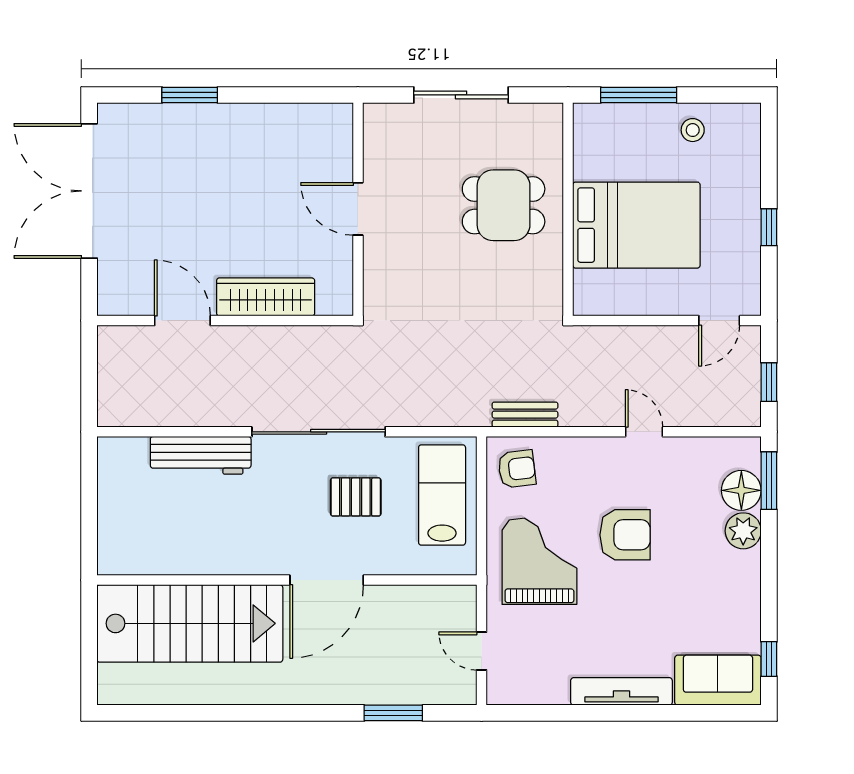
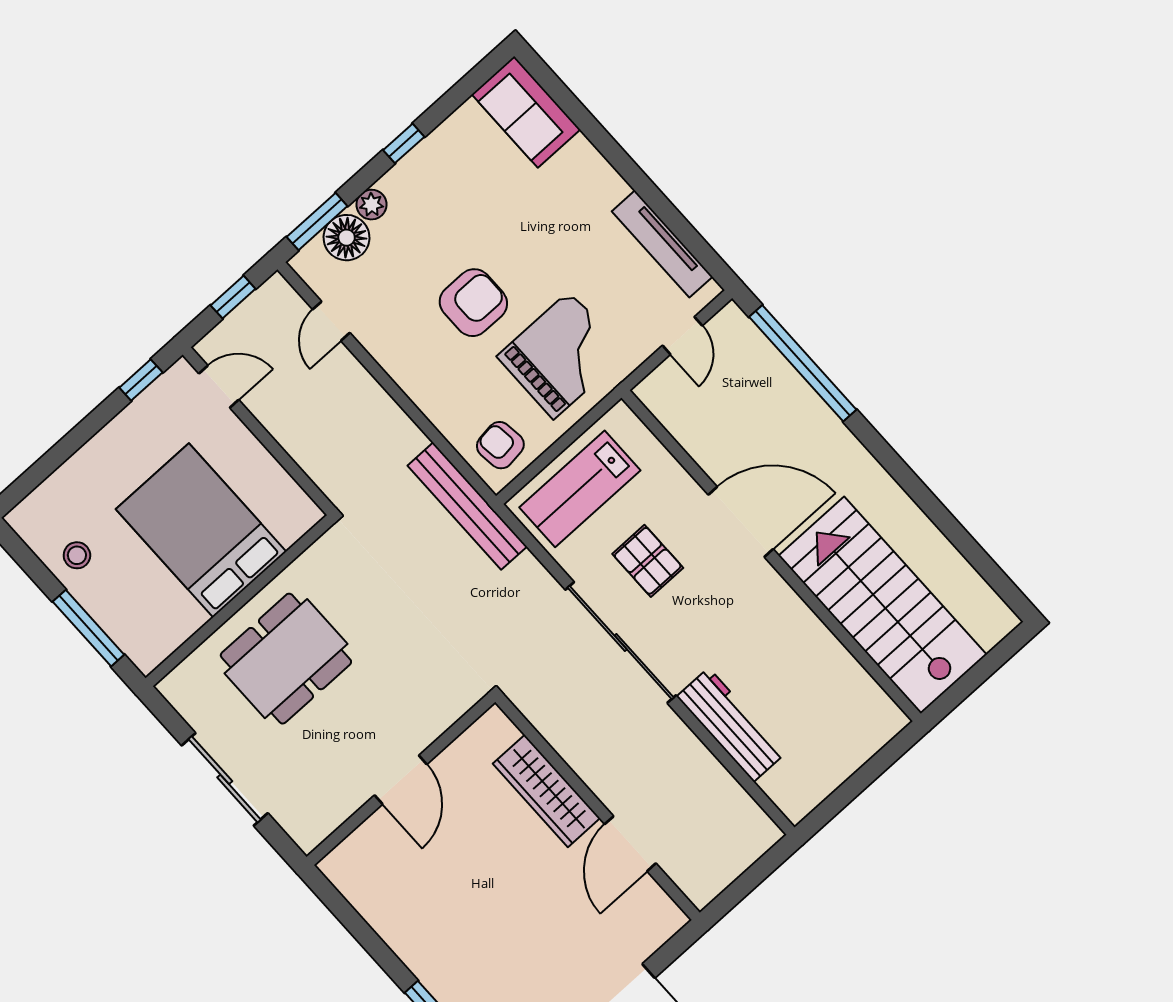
dining table: (504, 205) -> (286, 659), width x1.37
window: (769, 227) -> (141, 380), moved
bench: (525, 415) -> (467, 506), width x1.86, depth x1.21
door: (644, 432) -> (331, 321), moved
plant: (743, 531) -> (371, 205), width x0.73, depth x0.73
armchair: (625, 535) -> (473, 303), turned 90
grand piano: (539, 561) -> (562, 355), turned 180
window: (769, 659) -> (404, 143), moved
tv unit: (621, 691) -> (662, 244), moved
window: (393, 713) -> (803, 363), width x2.11

